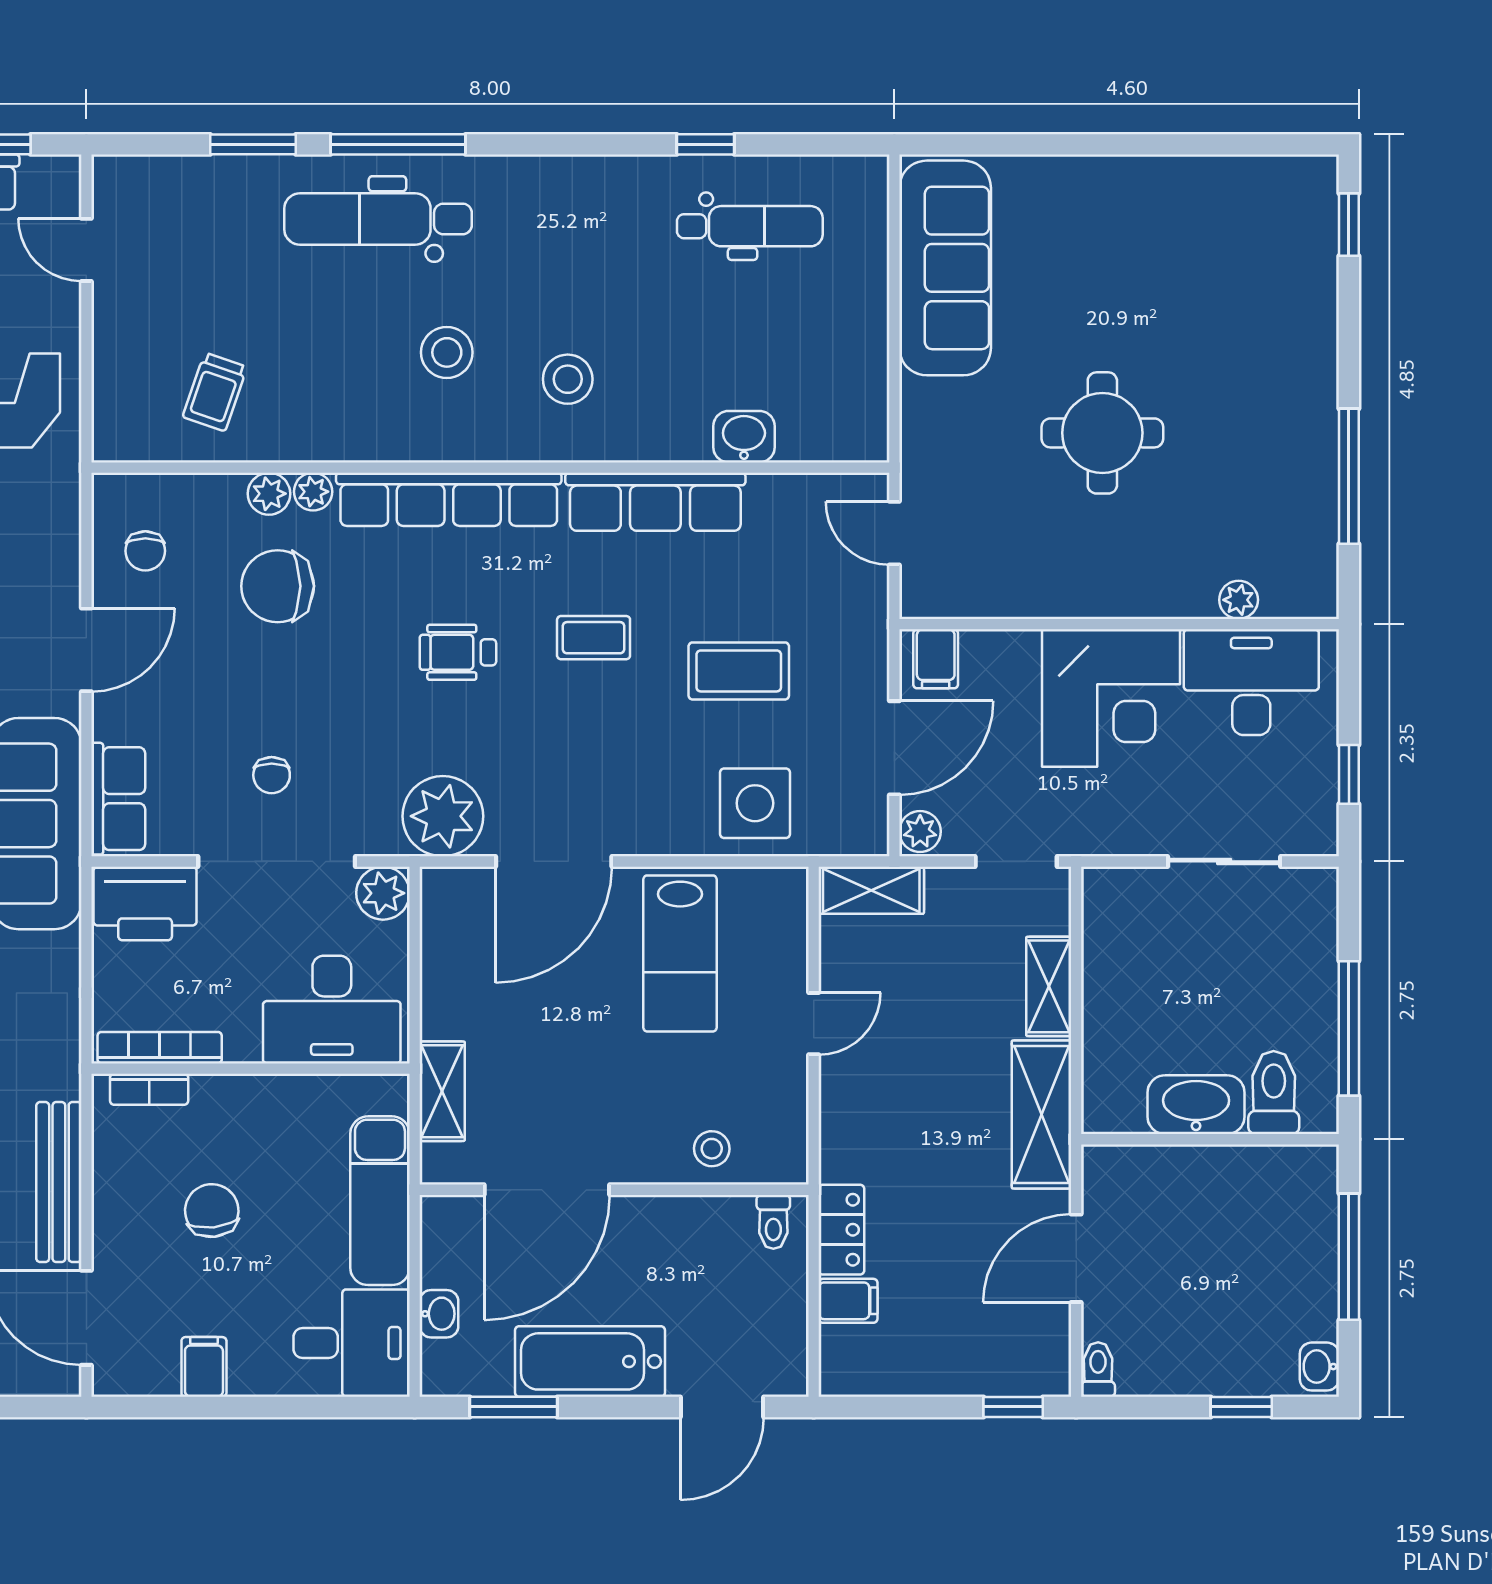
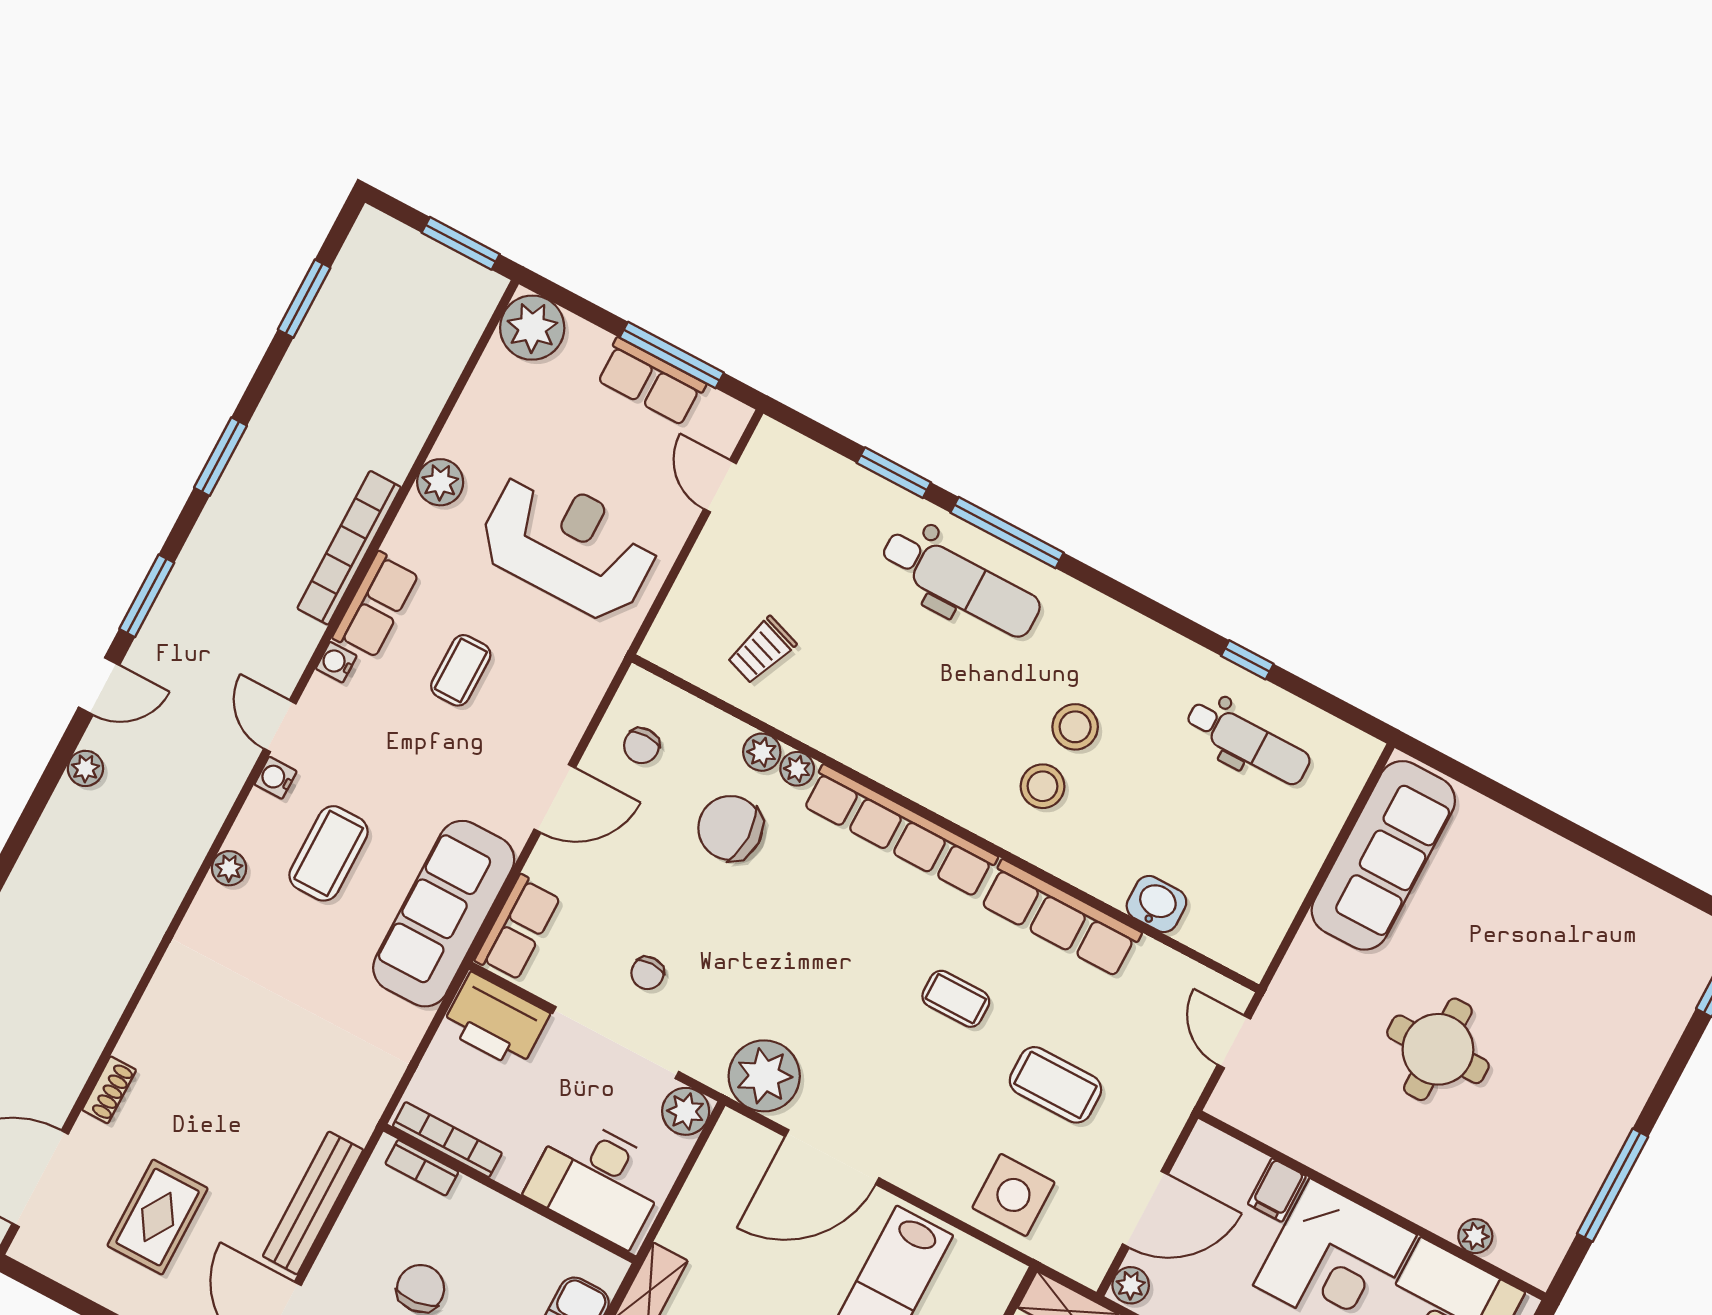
dental chair: (378, 219) -> (961, 583), turned 180
stool: (447, 352) -> (1075, 727), moved
wheelchair: (458, 652) -> (844, 954), removed
filing cabinet: (936, 659) -> (1277, 1190), moved

